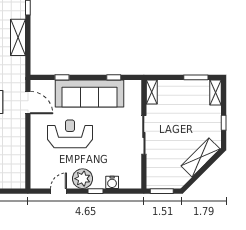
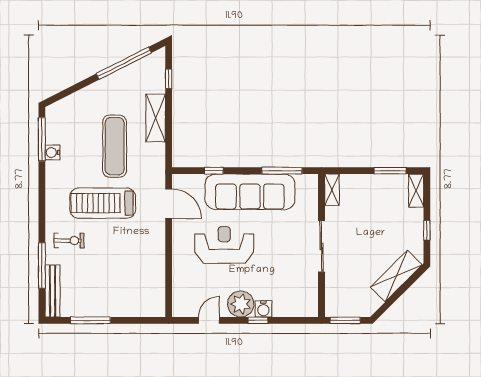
window: (114, 77) -> (282, 171), width x2.17
water cooler: (112, 182) -> (263, 309), moved

